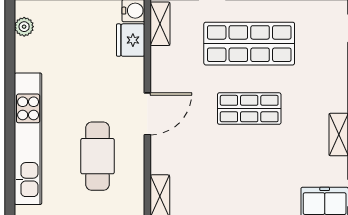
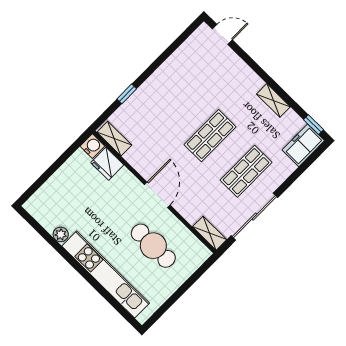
plant: (24, 27) -> (61, 234), moved
shop shelf: (249, 44) -> (246, 171), moved, width x0.70, depth x0.74

